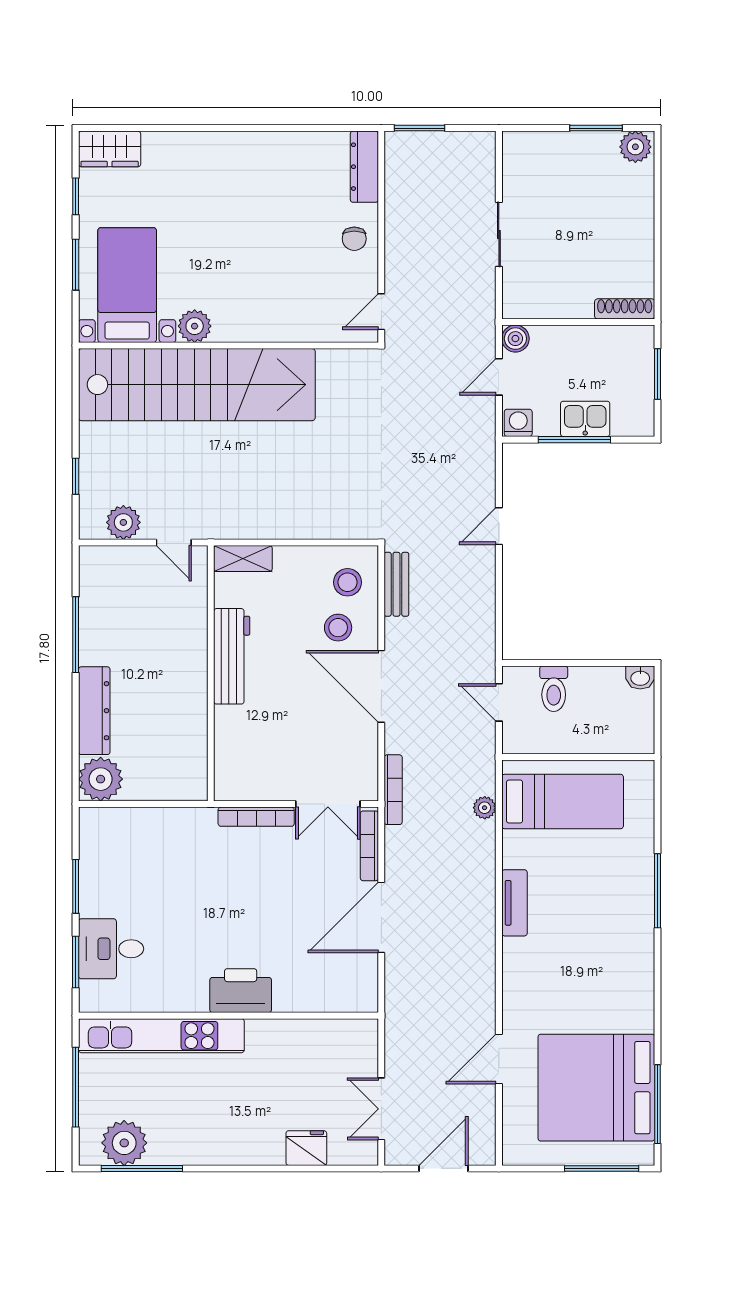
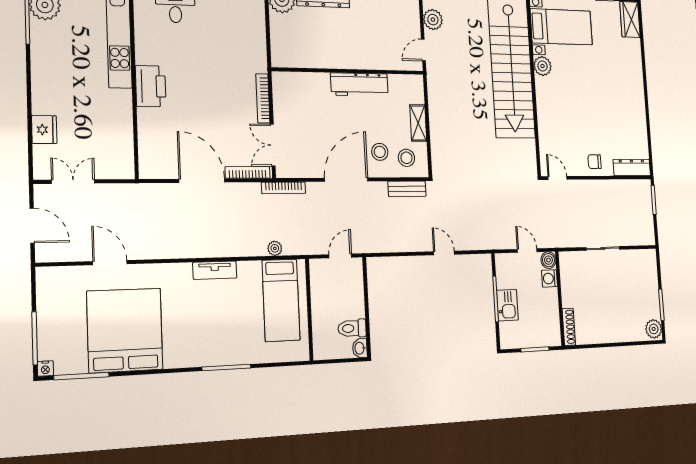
washing machine: (518, 423) -> (550, 278), moved, turned 180
shelving: (243, 559) -> (418, 123), moved
toilet: (554, 689) -> (352, 328), moved
bed: (596, 1088) -> (125, 330), moved
nightstand: (644, 1155) -> (45, 369), added

